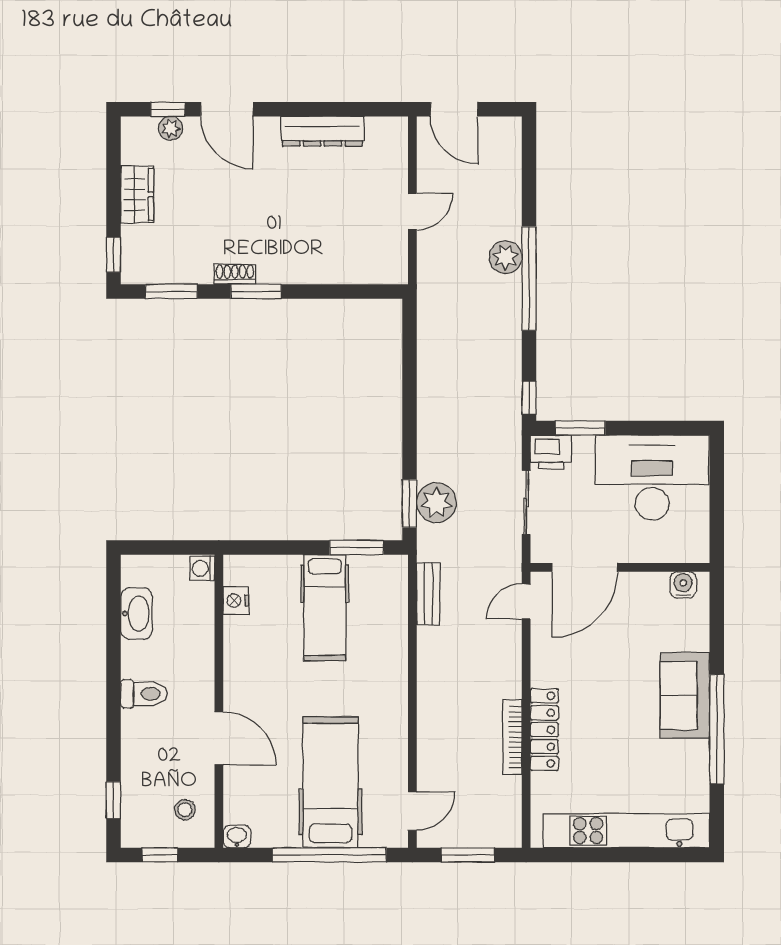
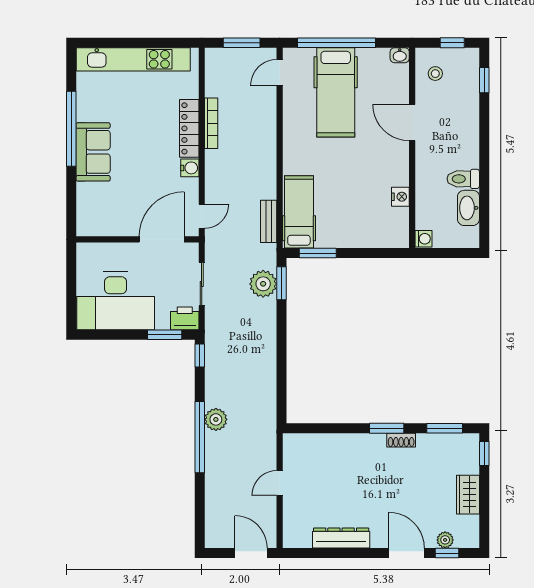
plant: (505, 257) -> (216, 419), moved
water cooler: (683, 585) -> (190, 168), moved, turned -90
nightstand: (236, 601) -> (400, 197), moved
hospital bed: (325, 608) -> (299, 212), moved
toilet: (144, 694) -> (463, 179), moved

